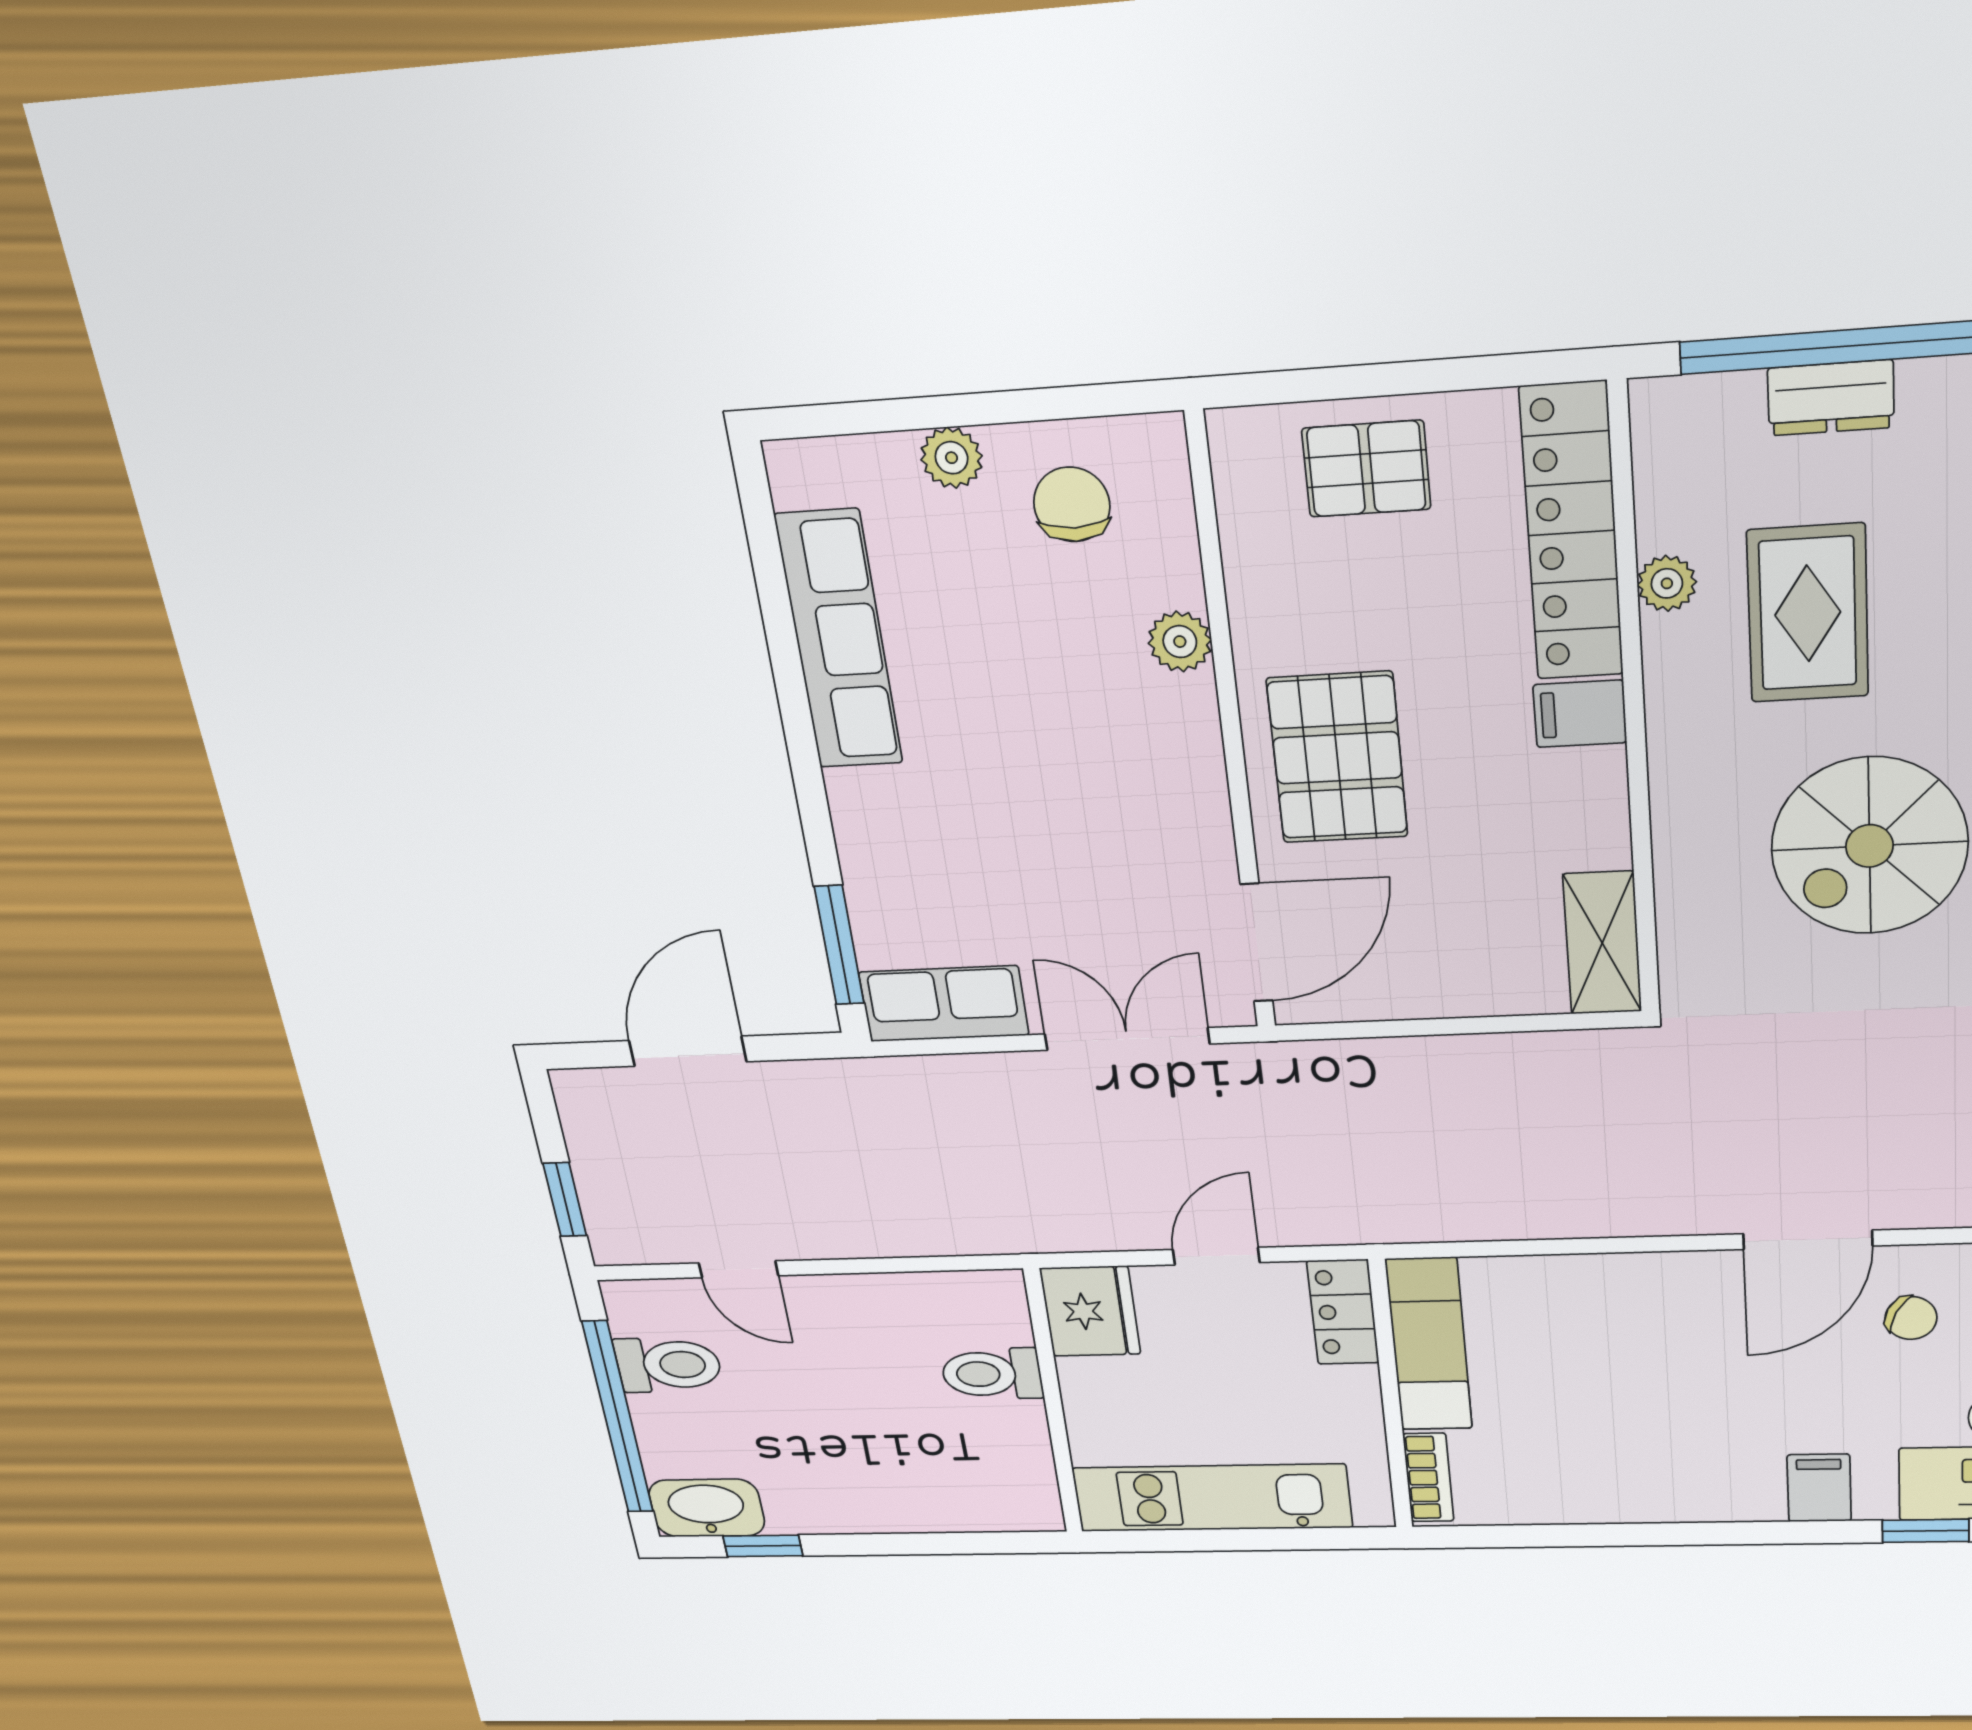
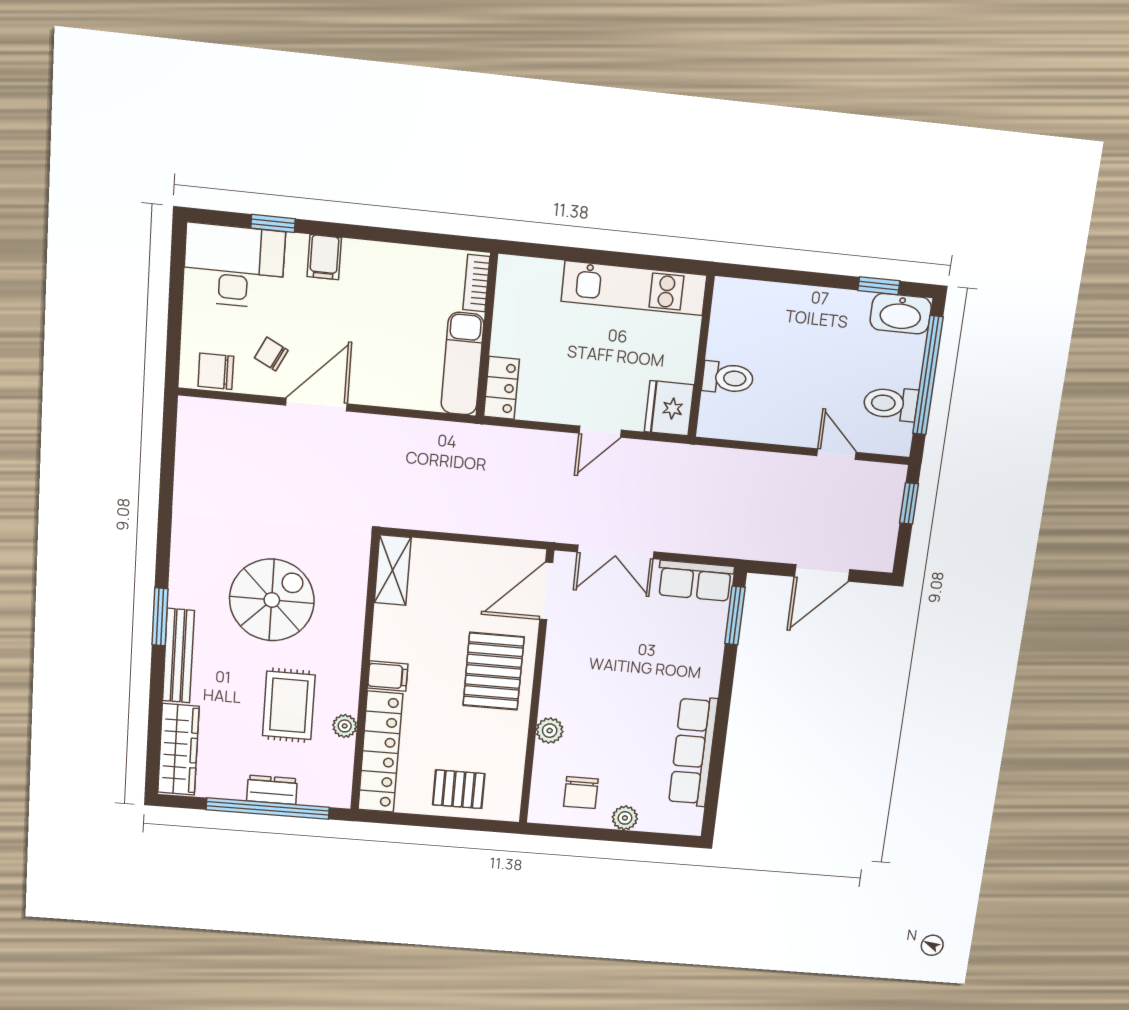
locker: (1343, 1312) -> (501, 388), moved
exam couch: (1429, 1344) -> (462, 364), moved
wall: (1391, 1396) -> (487, 335), moved
bookcase: (1428, 1478) -> (476, 283), moved

